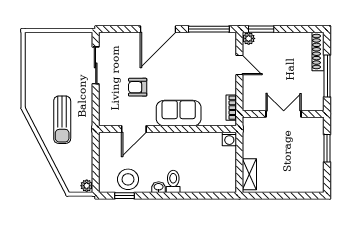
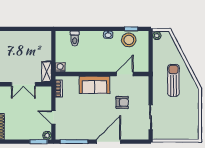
shelving: (249, 174) -> (47, 72), moved
toilet: (173, 181) -> (75, 39), moved

